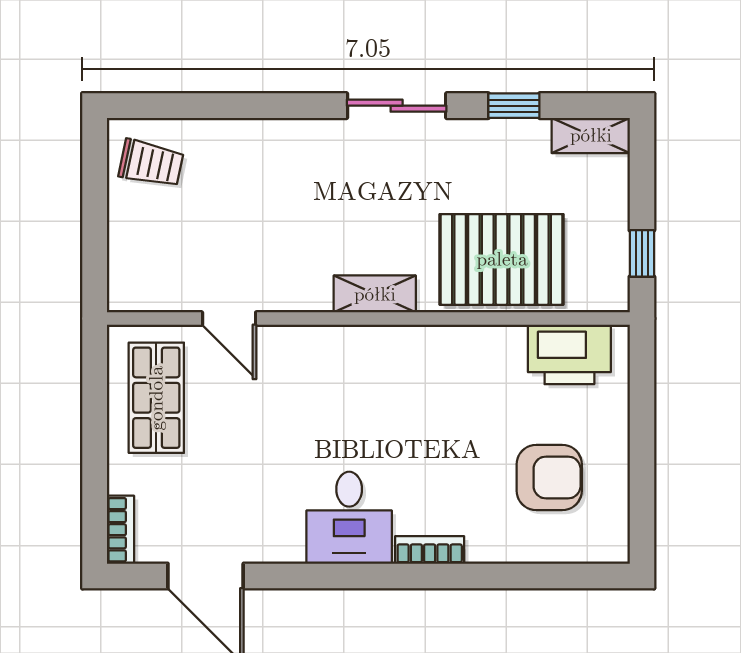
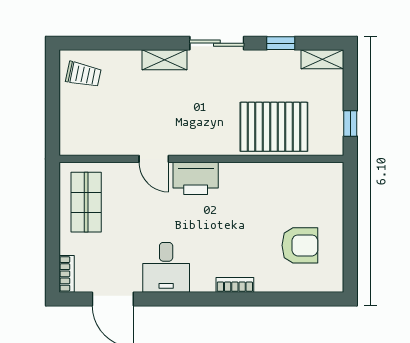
shelving: (375, 294) -> (165, 60), moved
door: (229, 319) -> (154, 159), moved
printer: (569, 354) -> (196, 178), moved
desk: (349, 518) -> (166, 267), moved

